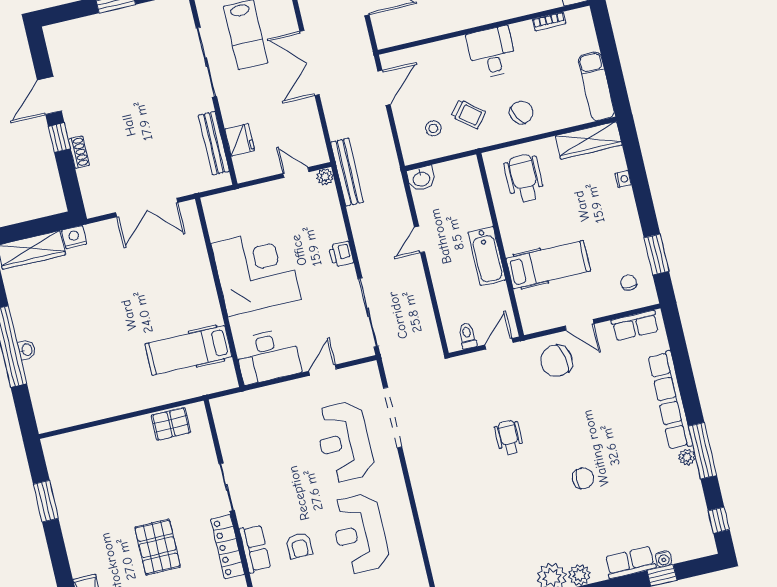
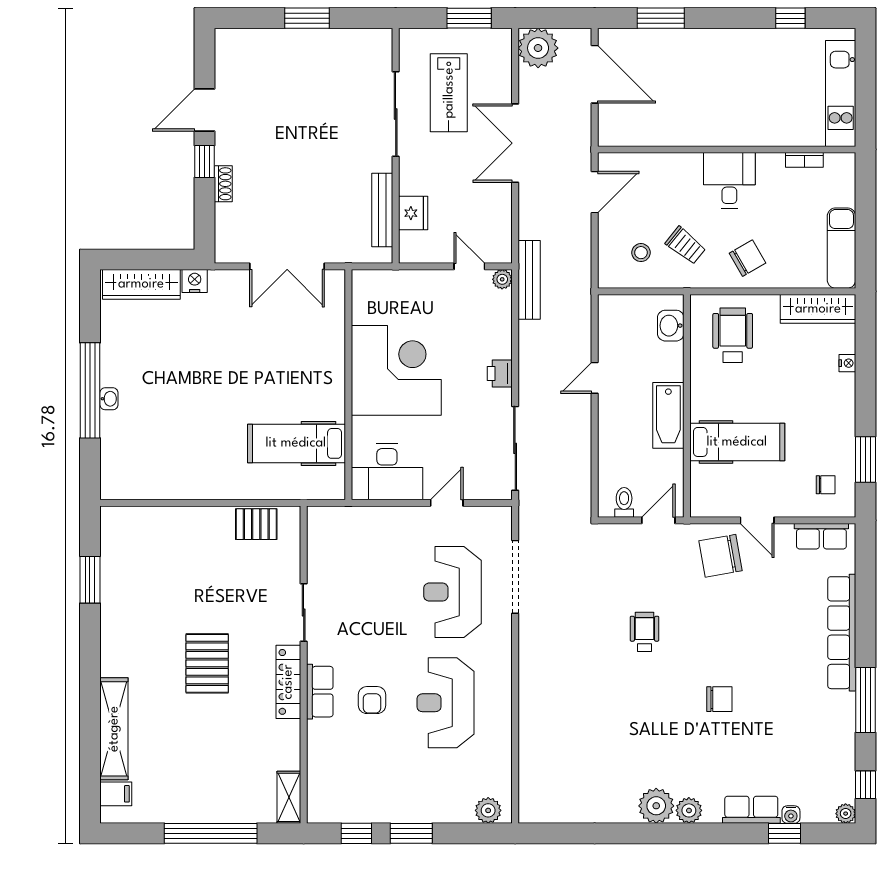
washbasin: (421, 178) -> (671, 326), moved, turned 90
chair: (629, 283) -> (826, 485), turned 90
plant: (687, 457) -> (846, 814), moved

